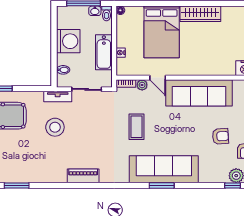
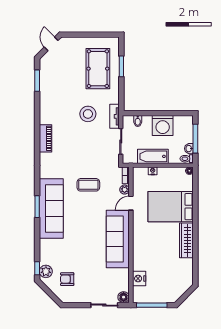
armchair: (220, 136) -> (80, 258), removed

